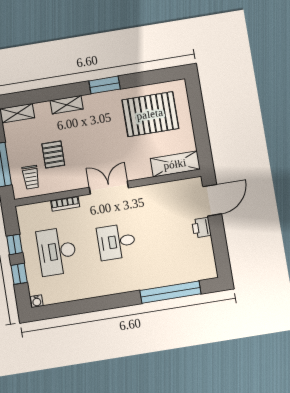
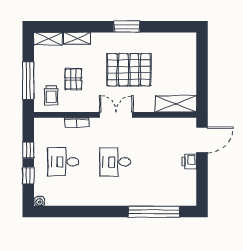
shelving: (67, 105) -> (77, 38), moved
pallet: (150, 114) -> (129, 70), moved
desk: (57, 251) -> (63, 162), width x0.73

